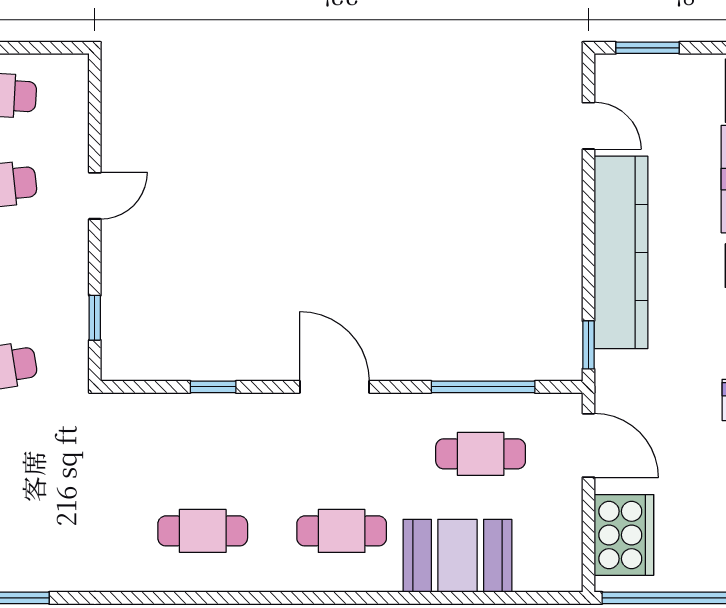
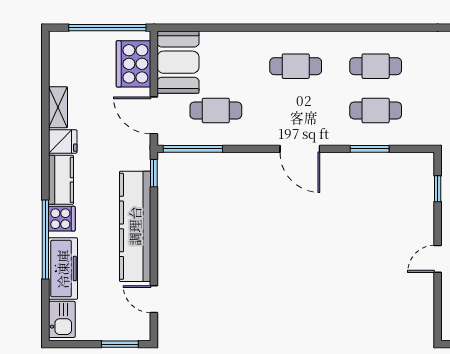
window: (213, 387) -> (370, 149), width x1.50
window: (483, 387) -> (193, 149), moved
cafe table: (203, 454) -> (376, 110), added
booth: (457, 556) -> (178, 62), moved, turned 90

